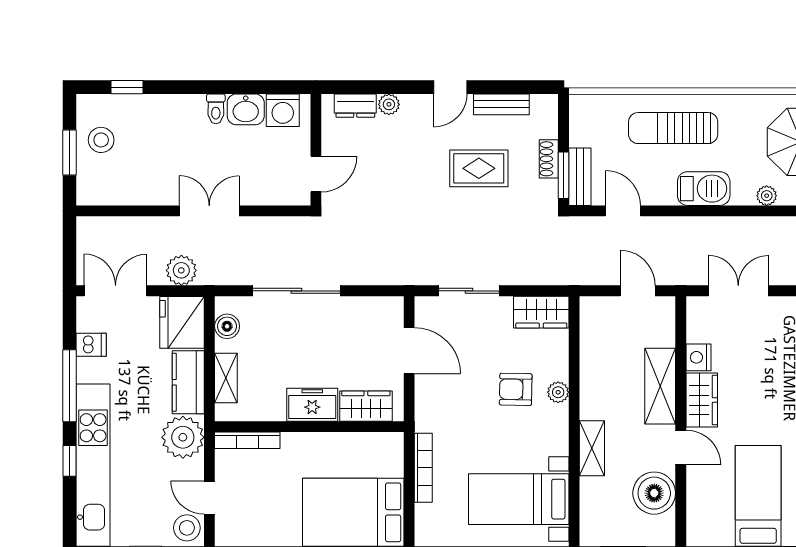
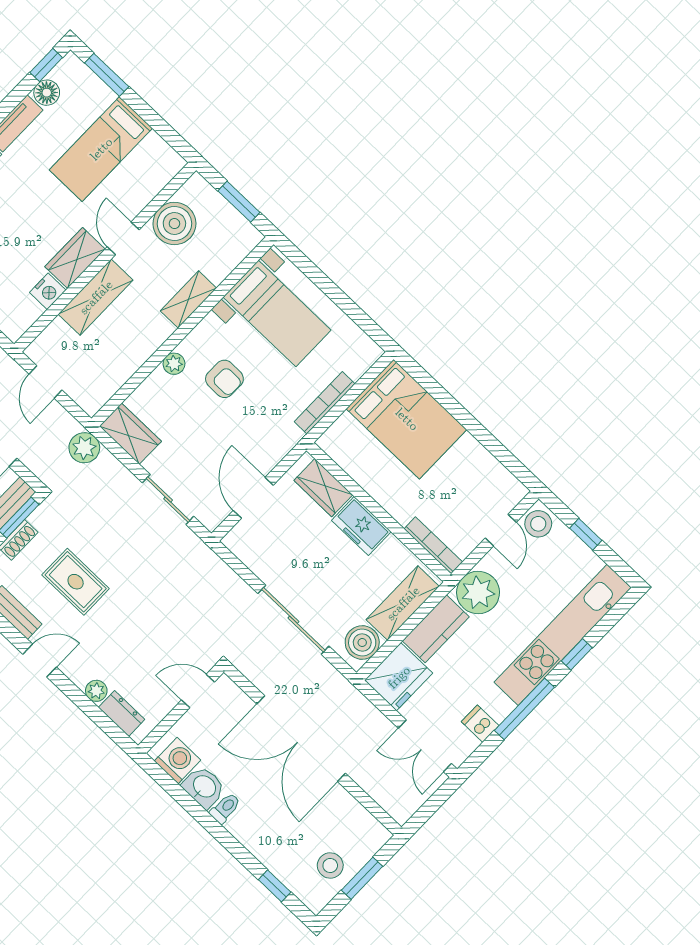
double door: (209, 211) -> (301, 739), width x1.87
plant: (181, 270) -> (84, 448), moved
boiler: (227, 326) -> (362, 642), width x1.36, depth x1.36
shelving: (226, 378) -> (403, 603), width x1.50, depth x1.33
armchair: (516, 389) -> (224, 379), moved

